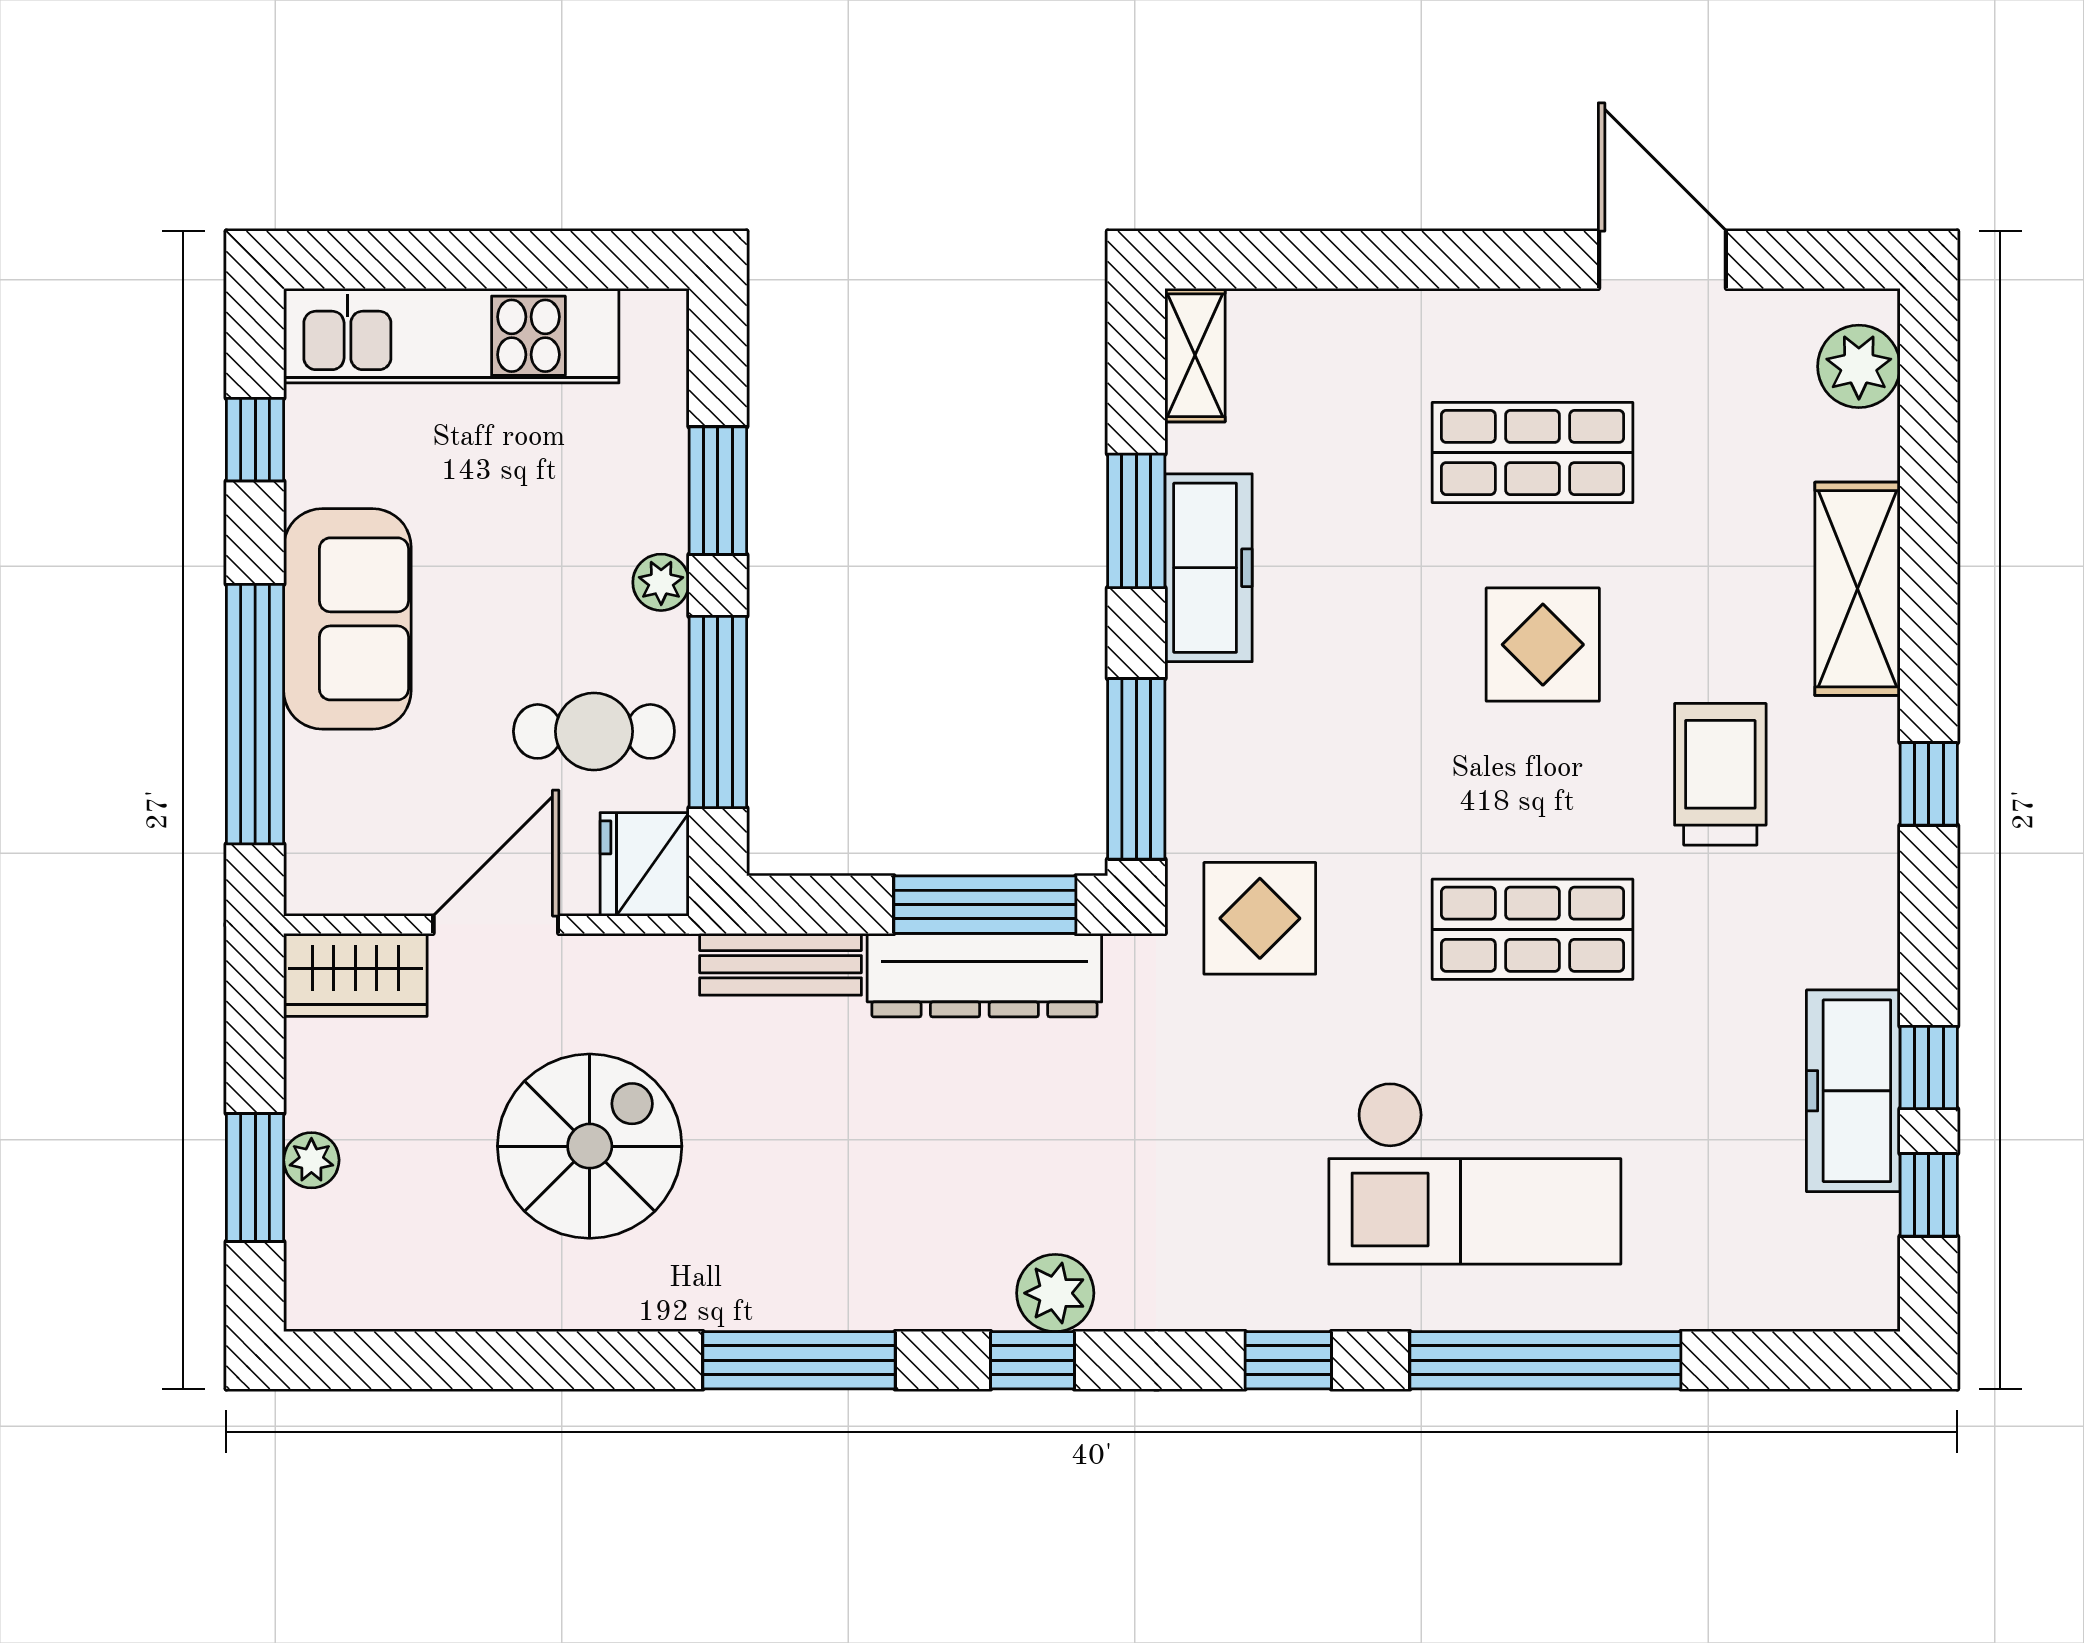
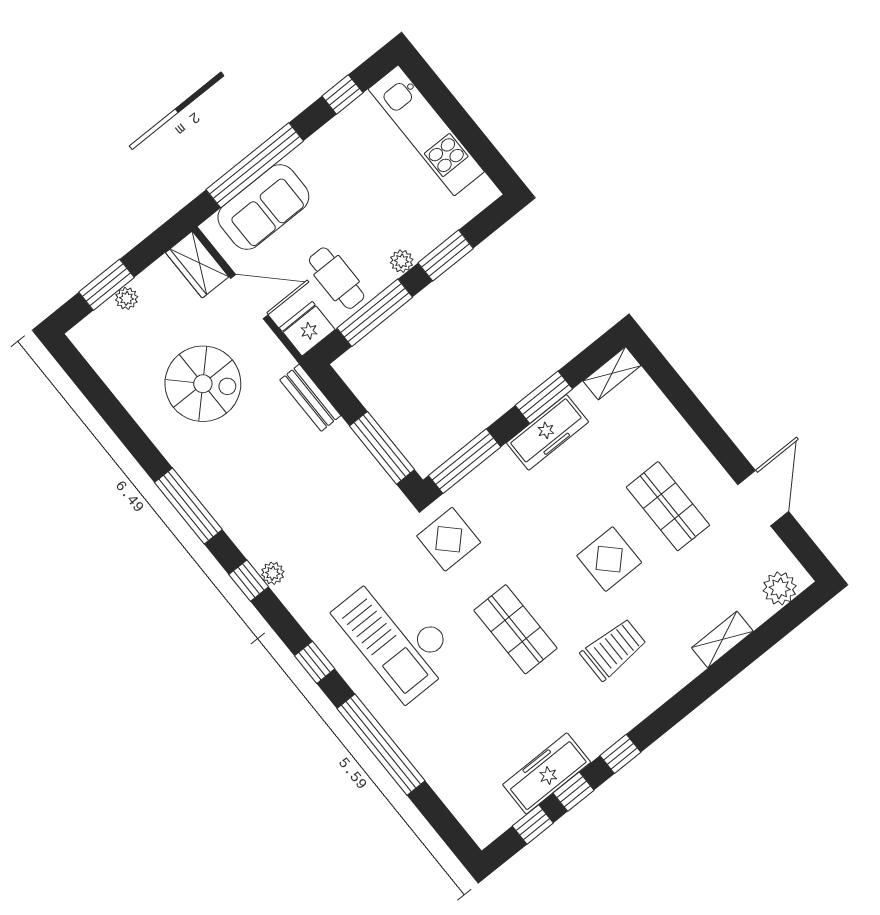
shelving: (1857, 589) -> (722, 640), width x0.67, depth x0.75
sofa: (347, 619) -> (263, 207), moved
window: (1929, 784) -> (620, 754), moved
dresser: (984, 975) -> (359, 466), removed
checkout: (1475, 1173) -> (397, 636), moved
plant: (1055, 1293) -> (273, 573), width x0.73, depth x0.73

